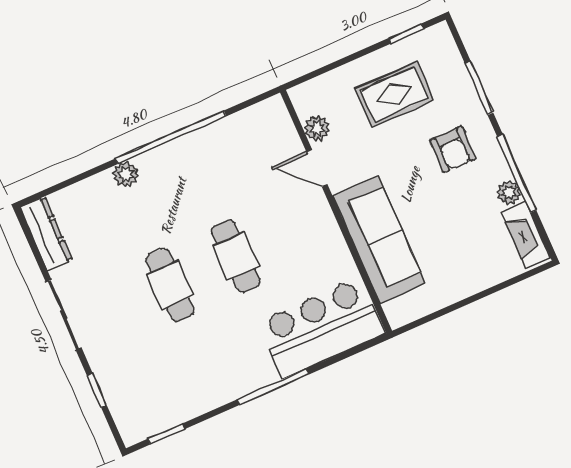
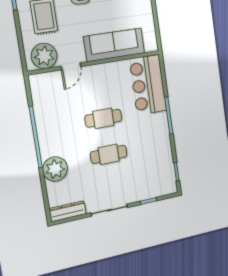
plant: (317, 128) -> (44, 56), width x1.88, depth x1.88
plant: (126, 174) -> (55, 169), width x1.87, depth x1.87

